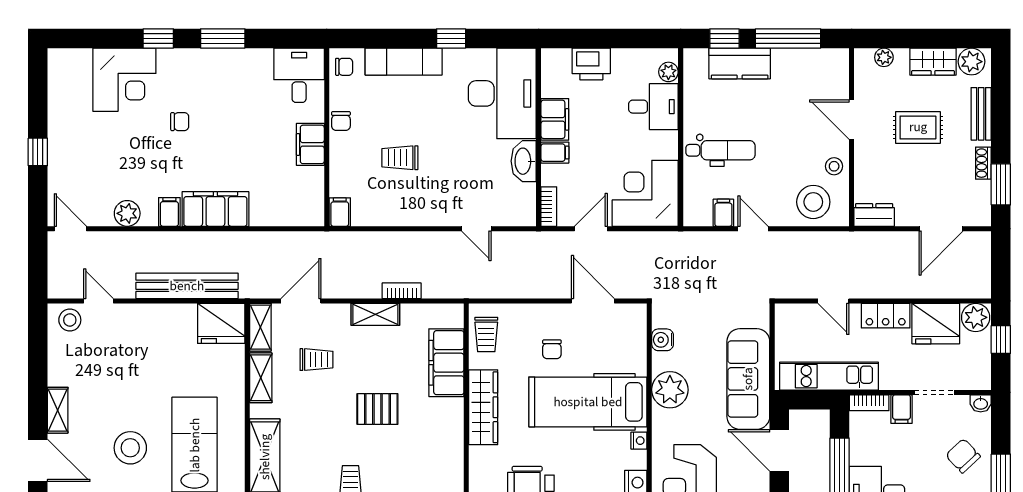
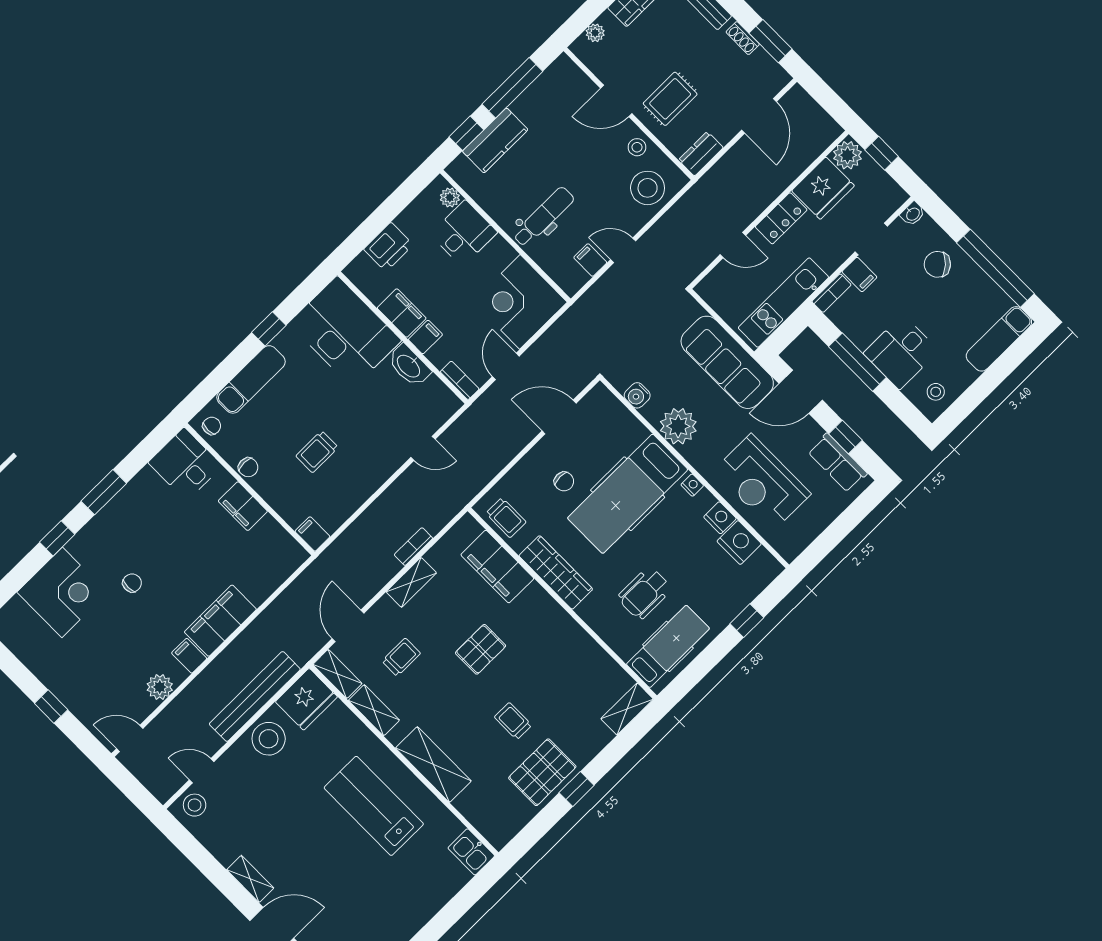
rug: (918, 127) -> (670, 99), moved
stool: (130, 448) -> (269, 739), moved

